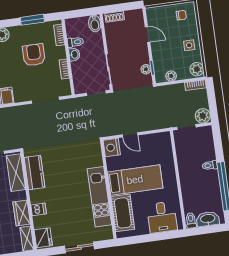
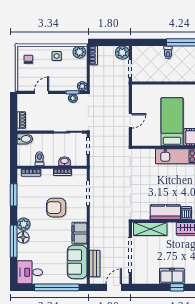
washbasin: (74, 54) -> (64, 161), moved
armchair: (34, 55) -> (56, 208), moved
plant: (171, 76) -> (82, 86), moved
nightstand: (112, 148) -> (140, 139), removed
kitchen counter: (35, 173) -> (165, 212), moved

